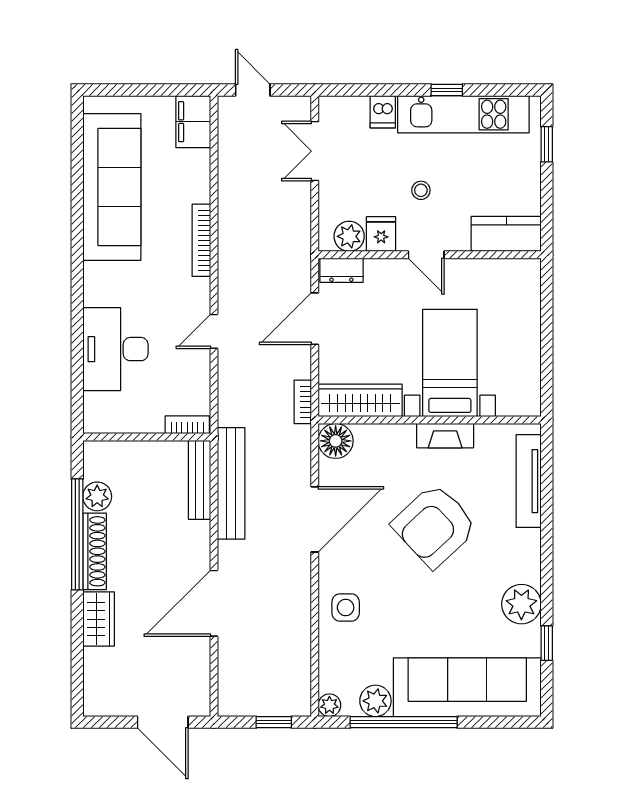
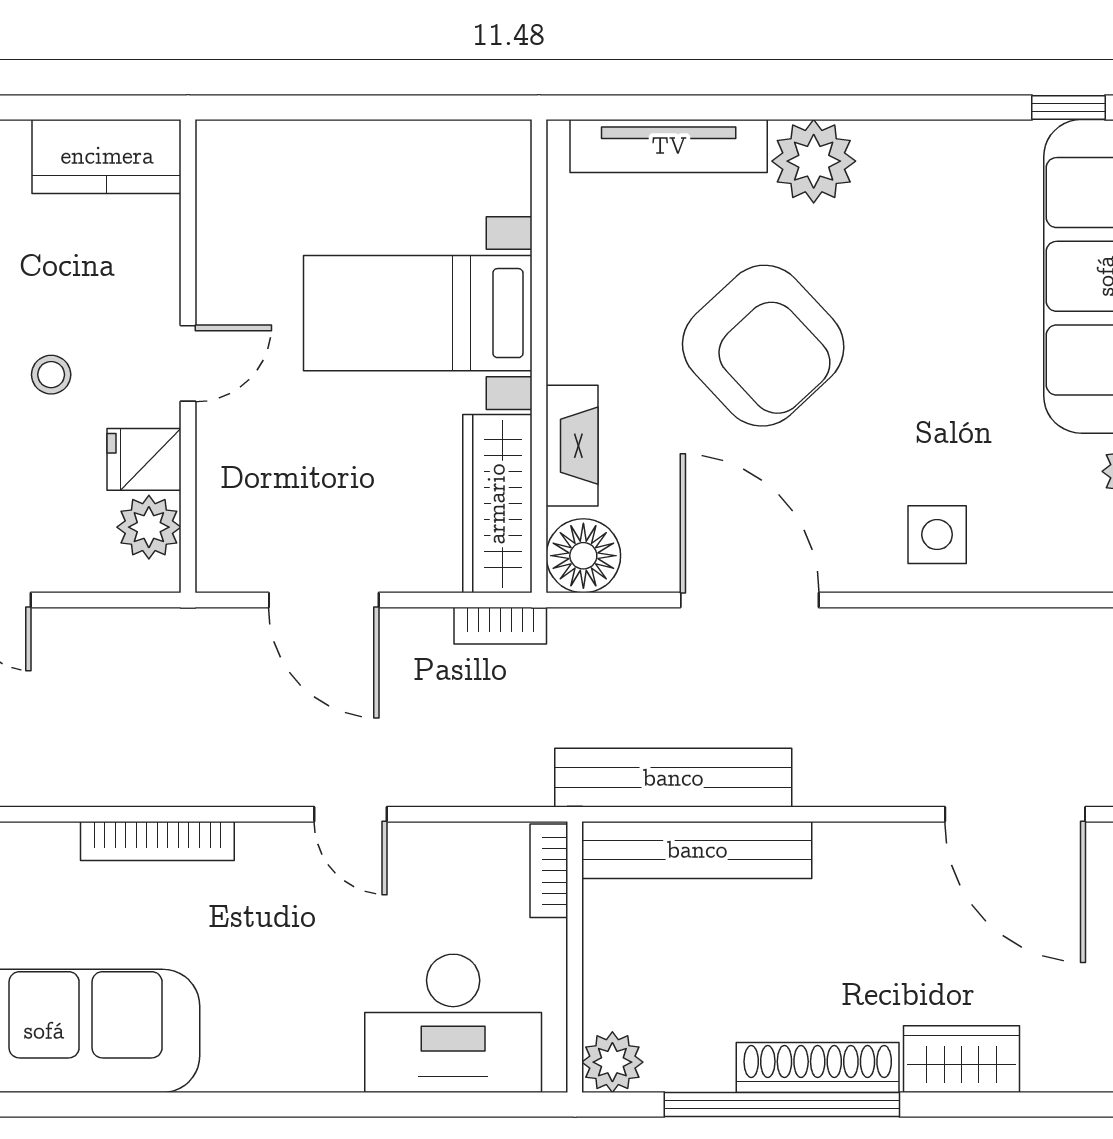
kitchen counter: (506, 234) -> (107, 156), moved, turned -90
dresser: (341, 270) -> (221, 543), removed
desk: (115, 349) -> (453, 1023), moved
fireplace: (445, 436) -> (572, 446), moved
bench: (199, 480) -> (697, 850), width x1.37, depth x1.21
plant: (97, 496) -> (612, 1062), moved
door: (214, 603) -> (1015, 814), moved
plant: (521, 604) -> (814, 161), moved
window: (547, 643) -> (1068, 107), moved

